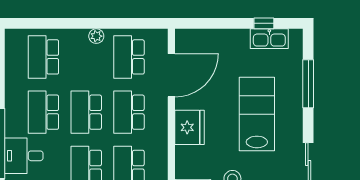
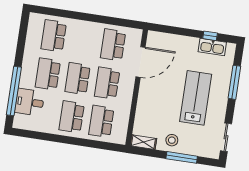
plant: (96, 36) -> (93, 27), removed
fridge: (190, 127) -> (148, 100), removed

